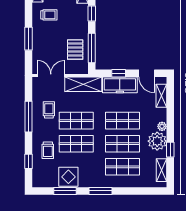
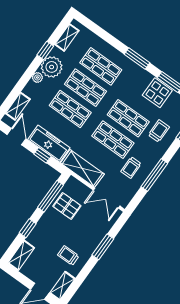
pallet: (75, 50) -> (67, 206), turned 90

